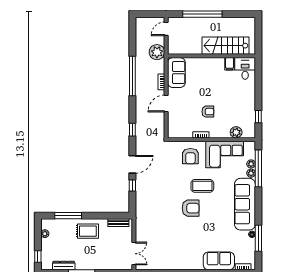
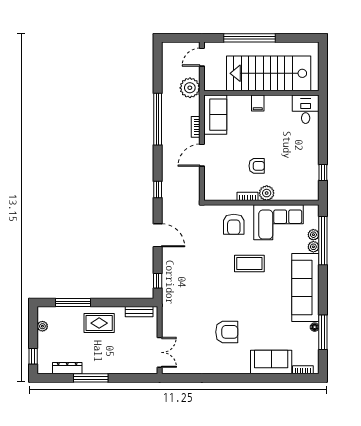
stairs: (226, 46) -> (269, 73), width x1.36, depth x1.51
filing cabinet: (229, 64) -> (258, 103), moved
plant: (236, 132) -> (267, 193), moved
door: (132, 164) -> (158, 235), hinge flipped
window: (132, 185) -> (158, 281), moved
armchair: (191, 208) -> (227, 332), moved

